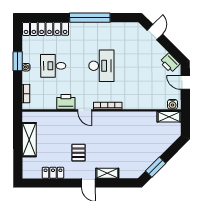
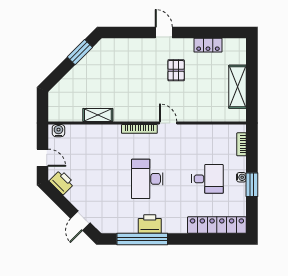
window: (90, 18) -> (142, 239), moved
printer: (66, 102) -> (150, 224), moved, turned 180
shelving: (169, 117) -> (98, 115), moved
shelving: (107, 173) -> (140, 45), removed

